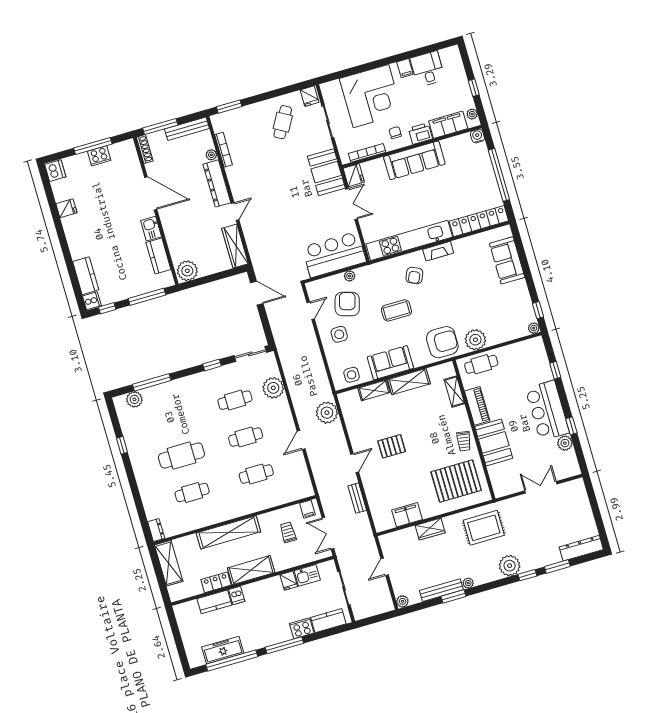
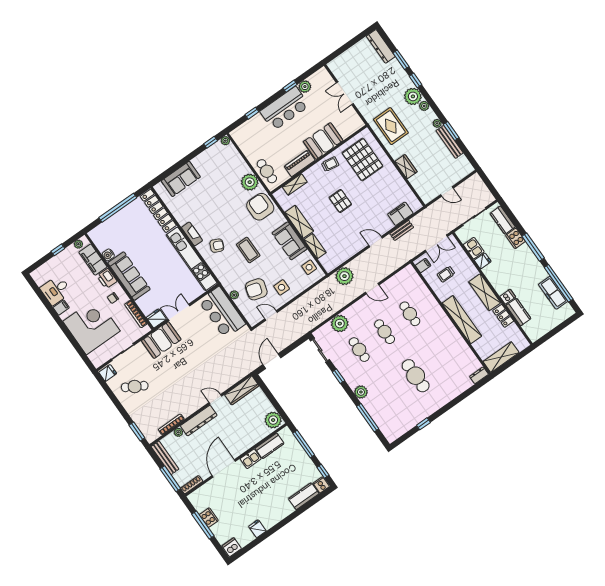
water cooler: (477, 136) -> (108, 255), moved
plant: (134, 399) -> (361, 392), moved
pallet: (392, 446) -> (340, 201), moved
cafe table: (192, 492) -> (441, 358), removed
filing cabinet: (407, 515) -> (400, 214), moved, turned 90
plant: (402, 601) -> (424, 106), moved

